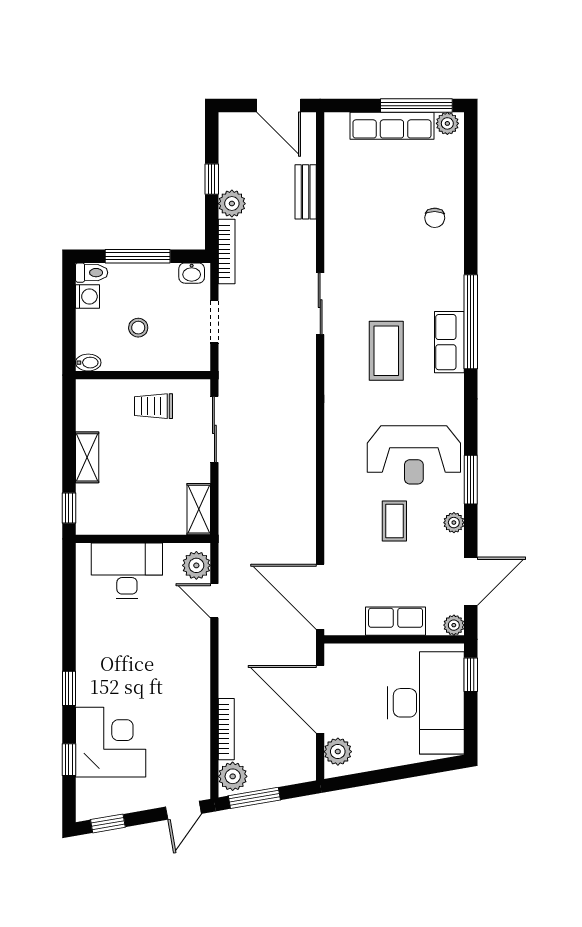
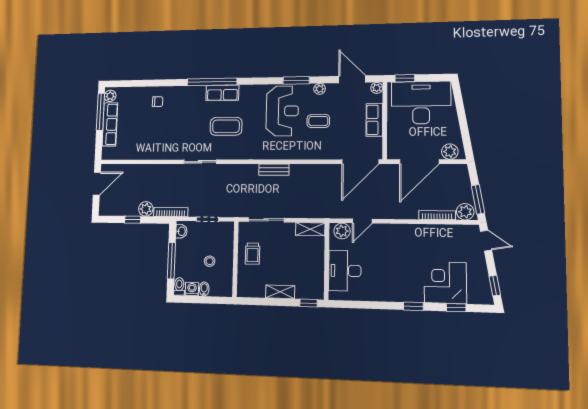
bench: (306, 192) -> (274, 170), moved
bidet: (88, 363) -> (204, 289), moved

